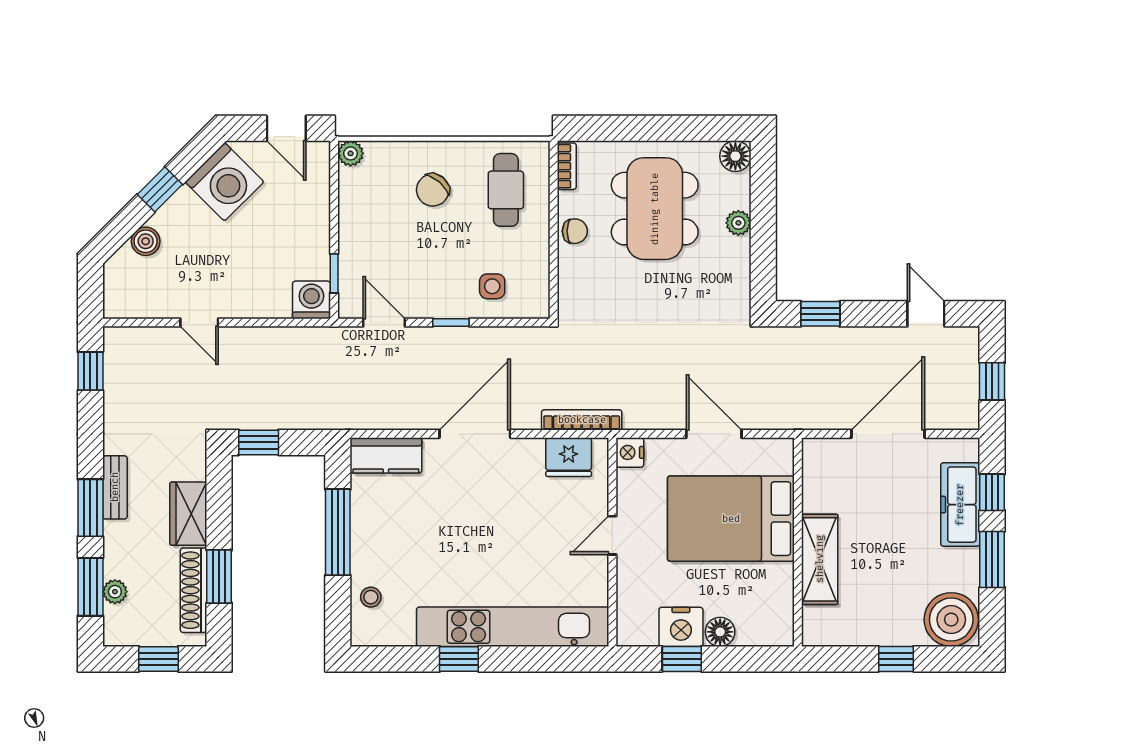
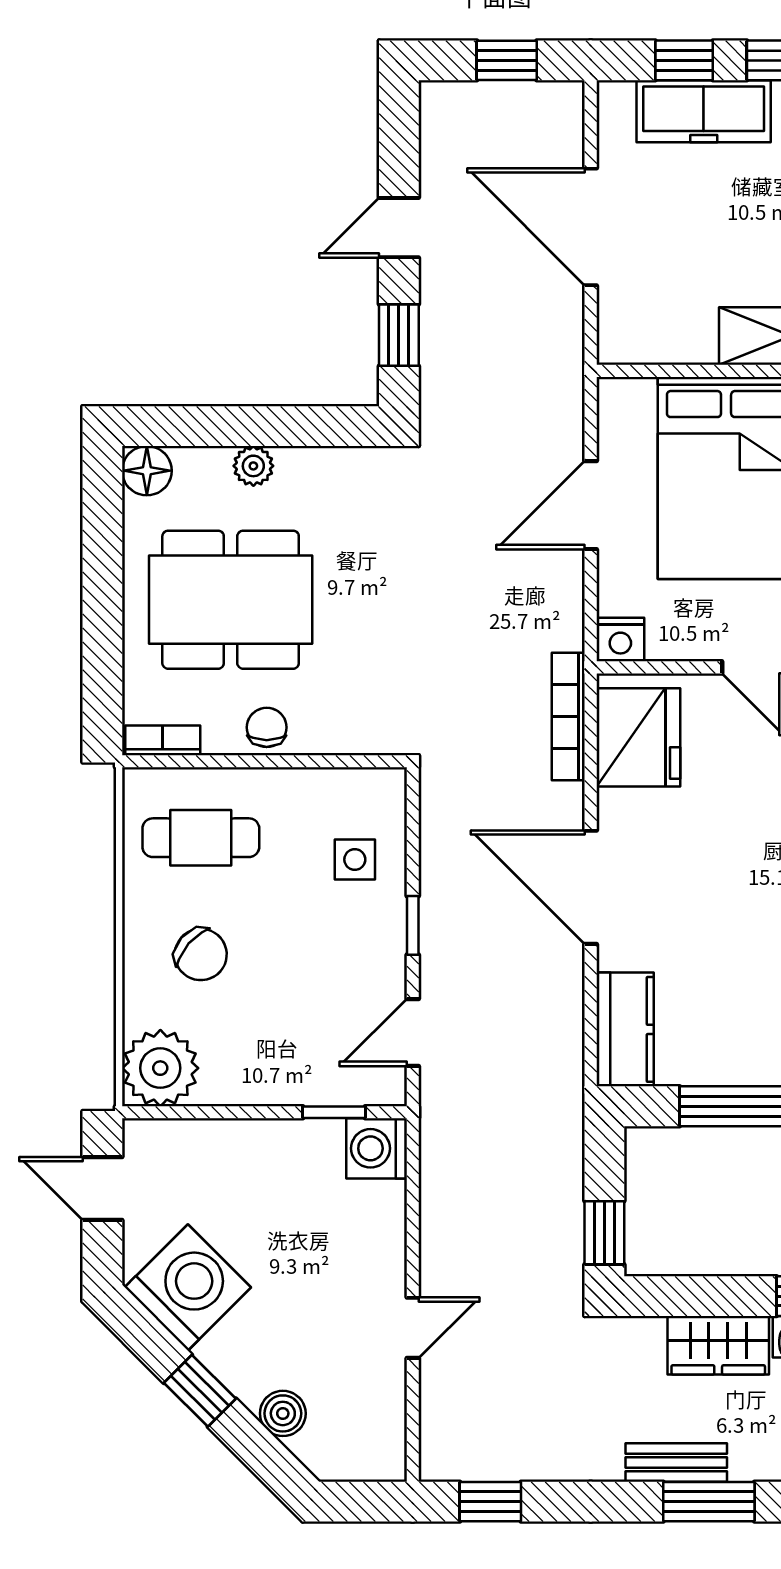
door: (286, 128) -> (102, 1189), swing flipped
plant: (351, 153) -> (160, 1068), width x1.88, depth x1.88
door: (926, 314) -> (399, 228), moved
fridge: (569, 457) -> (638, 737), width x1.36, depth x1.34

